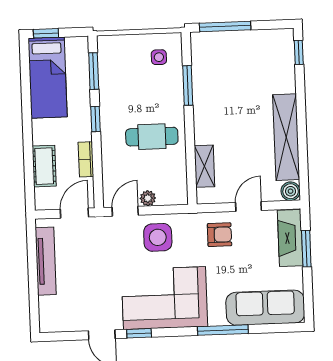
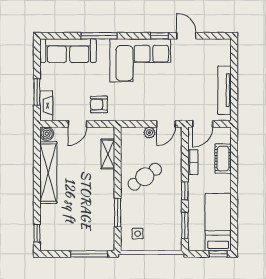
cafe table: (152, 137) -> (145, 177), turned -35
side table: (158, 237) -> (143, 104), removed
fireplace: (290, 238) -> (46, 106), width x0.73, depth x0.76

